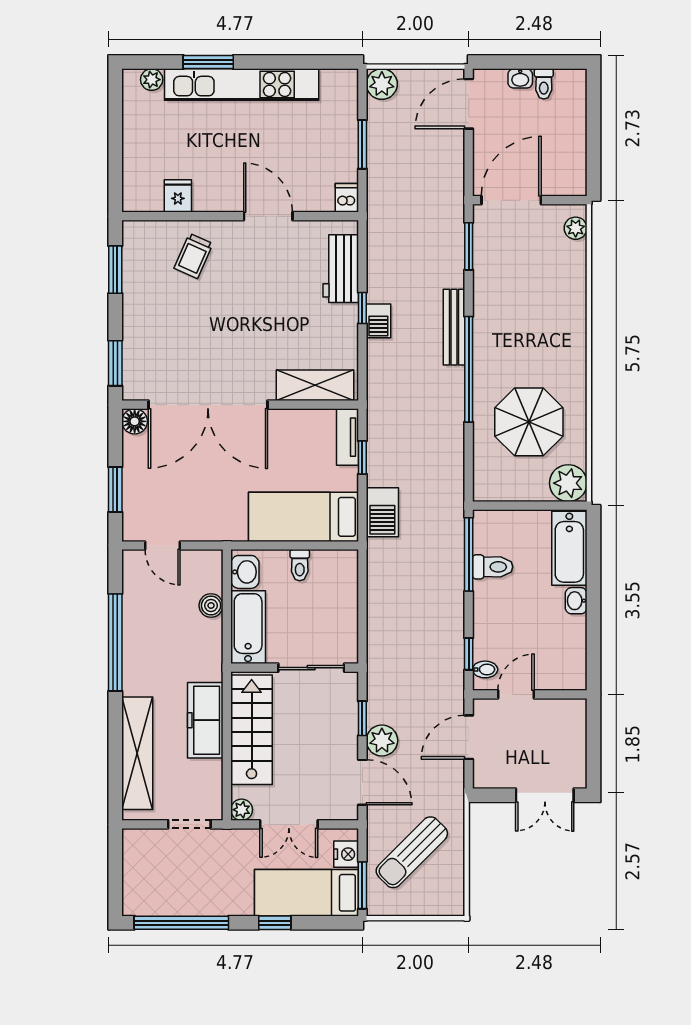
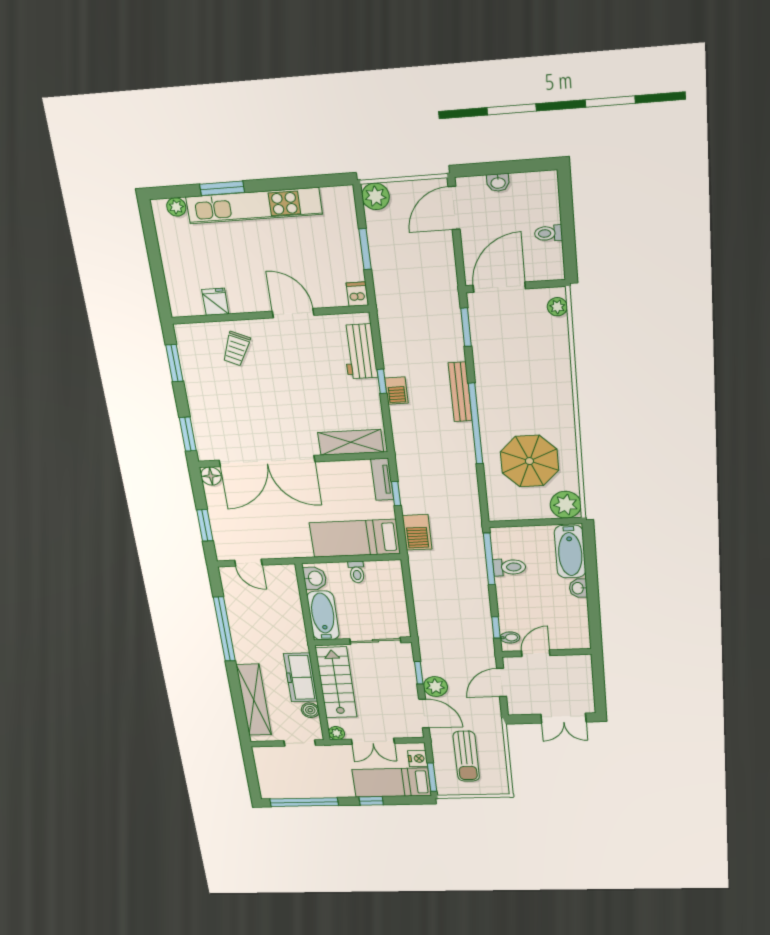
toilet: (544, 84) -> (548, 233), moved, turned 90
boiler: (211, 606) -> (310, 710), moved
sun lounger: (412, 852) -> (466, 756), turned -45

